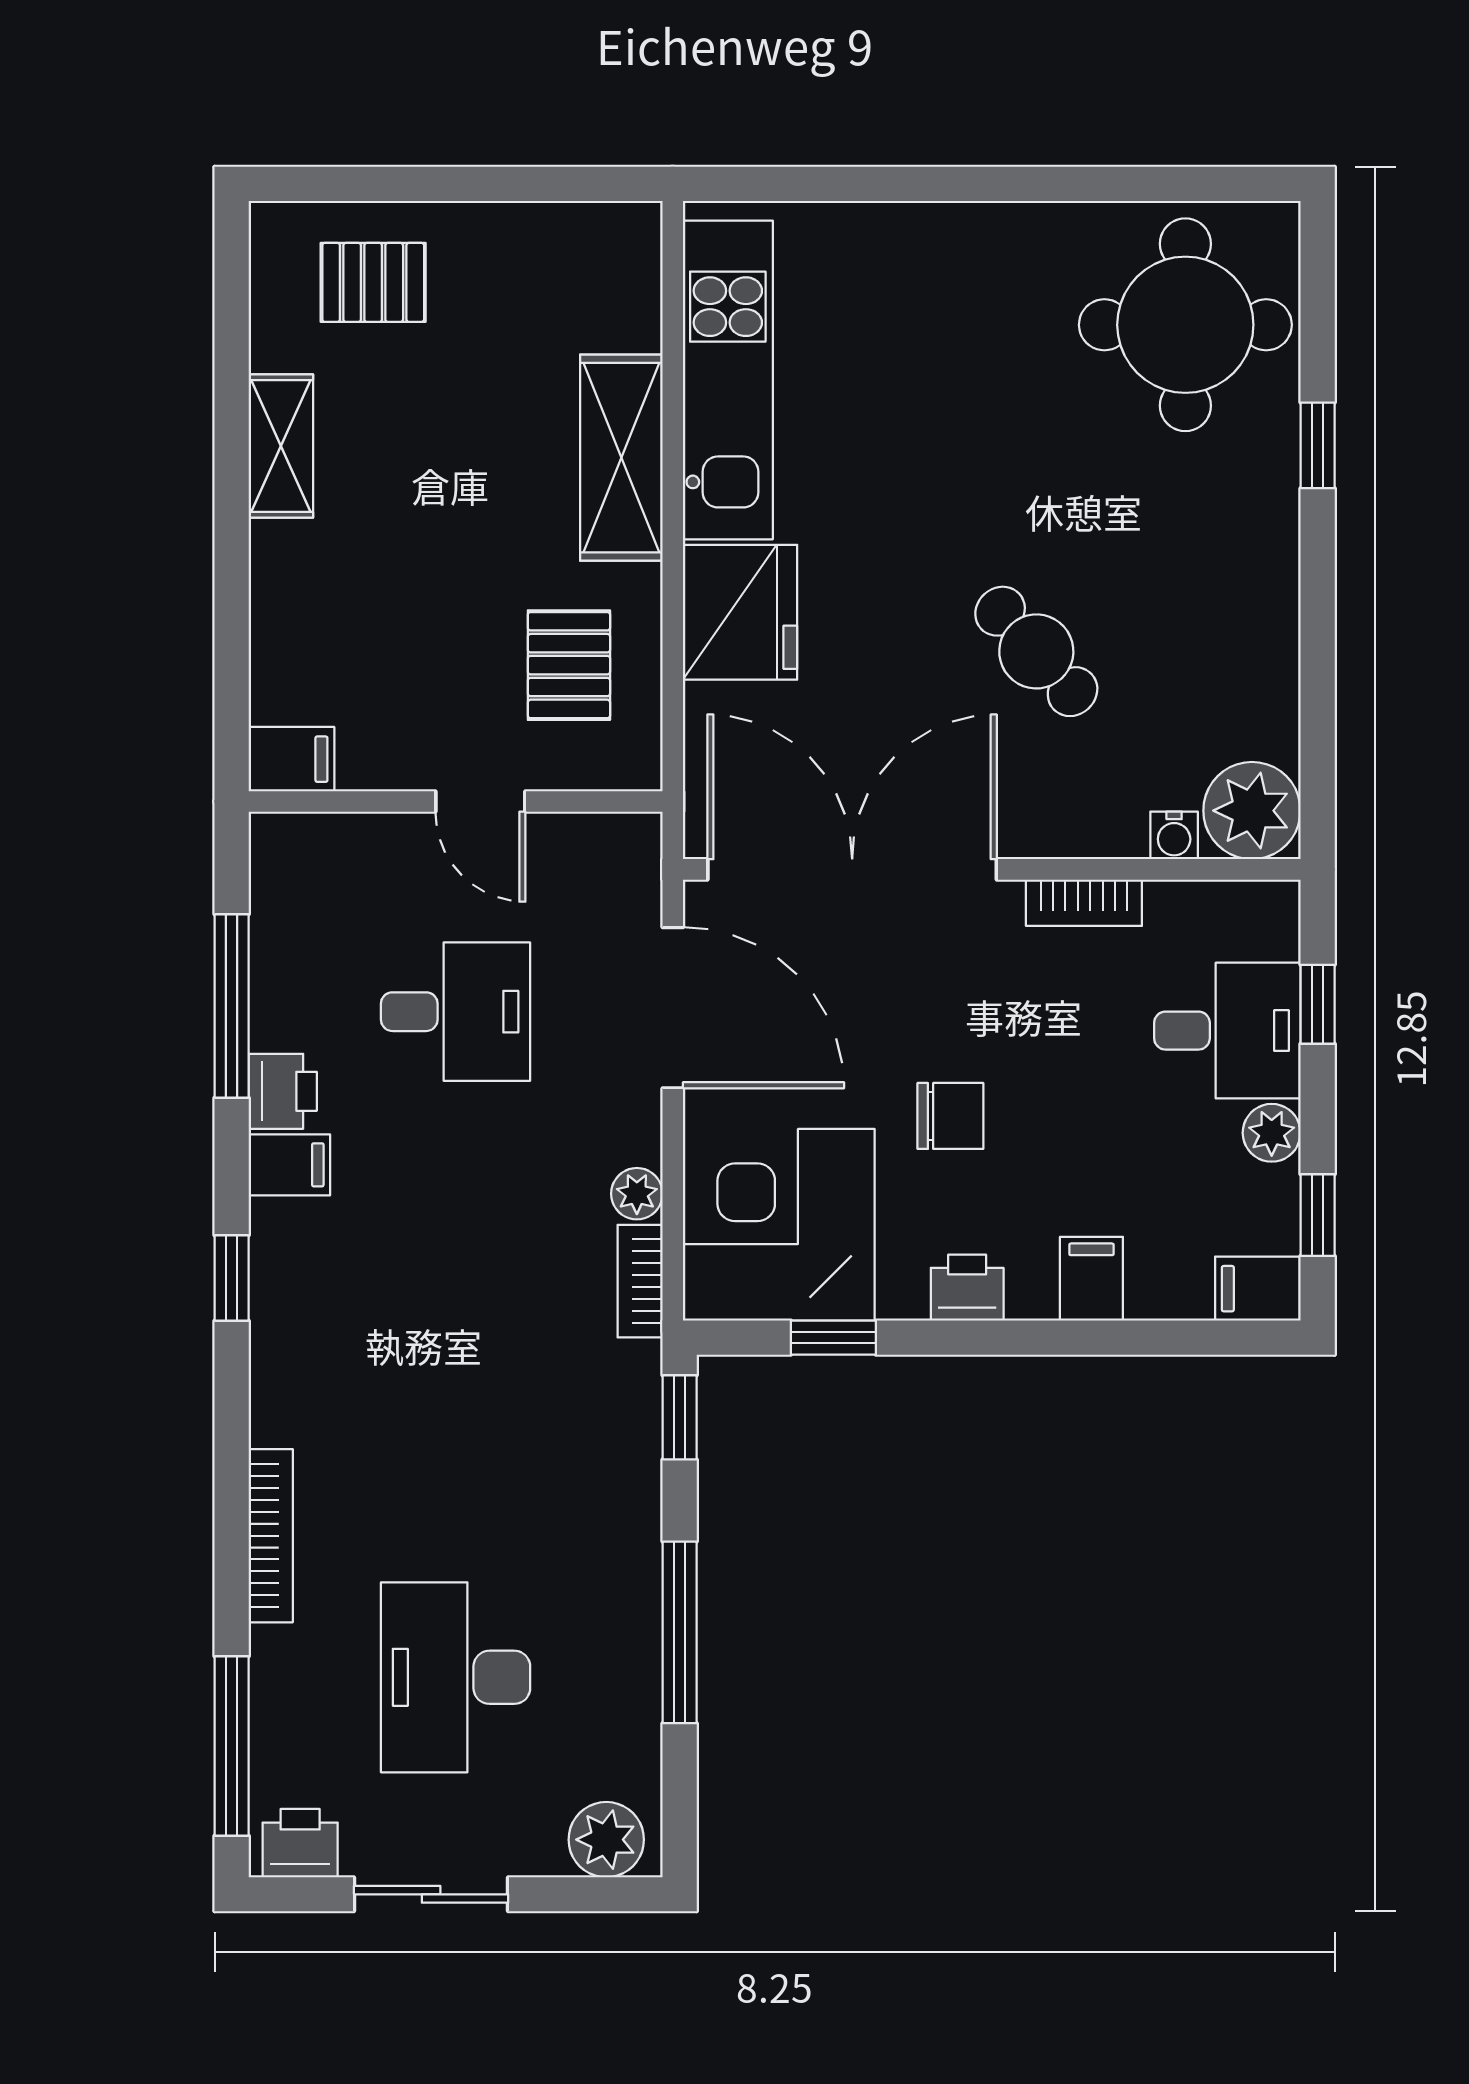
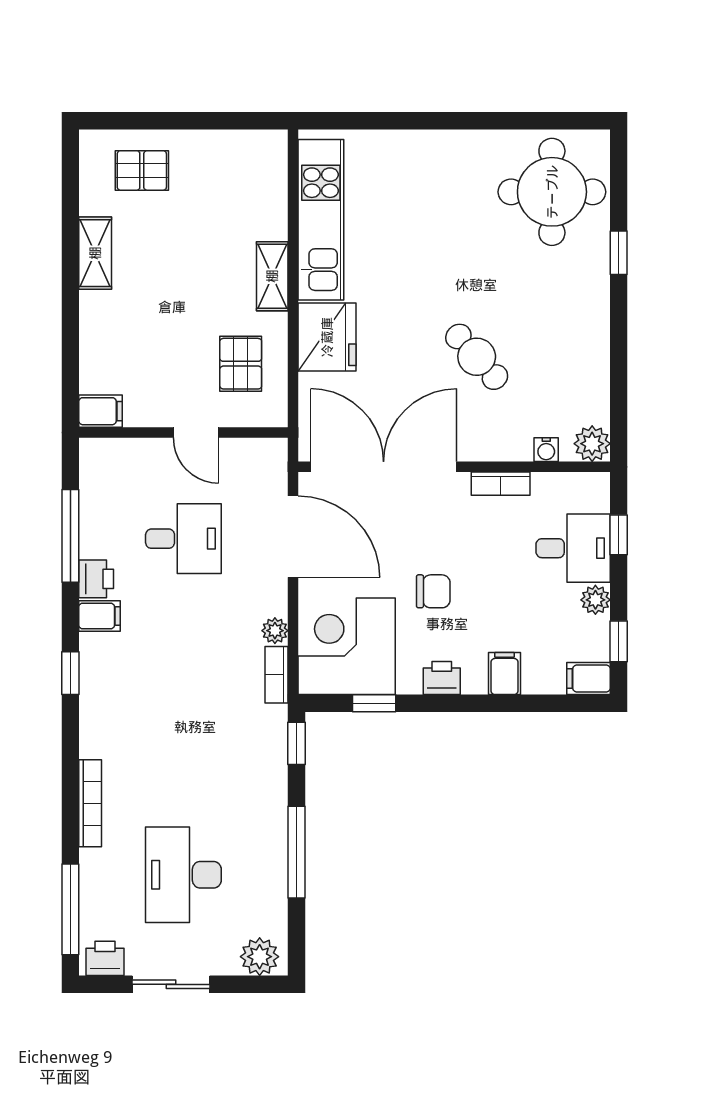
shelving: (621, 458) -> (272, 276), width x0.67, depth x0.75
plant: (1252, 811) -> (592, 444), width x0.73, depth x0.73

